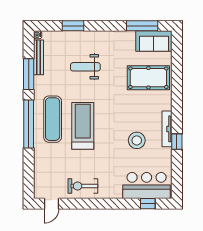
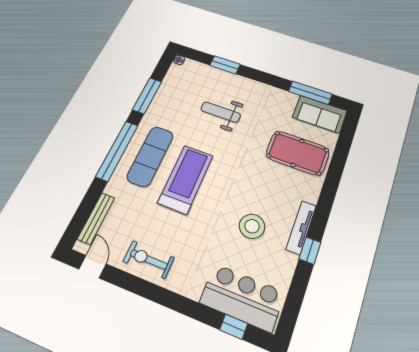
bench: (39, 57) -> (96, 218), moved
door: (52, 204) -> (93, 267), swing flipped

